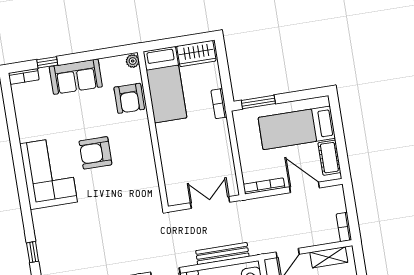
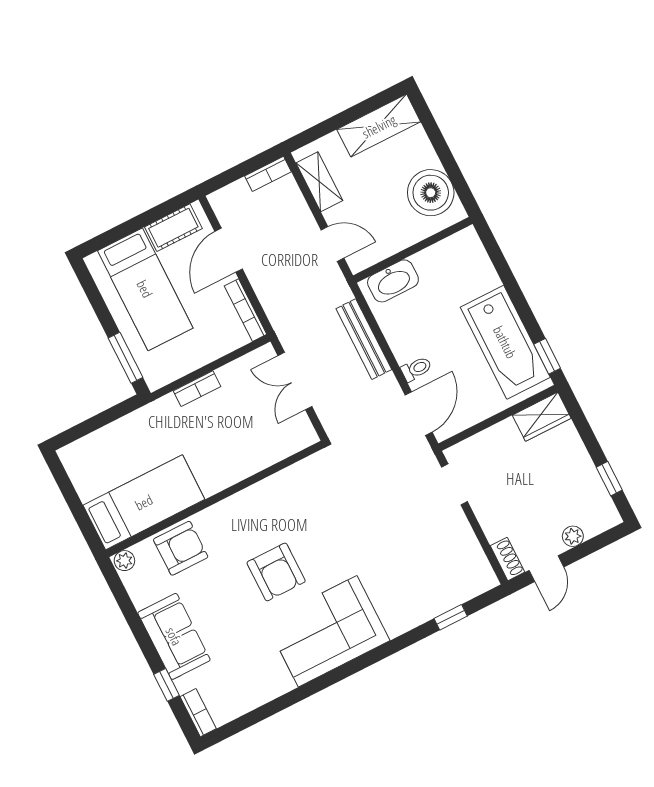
wardrobe: (196, 54) -> (84, 471), removed
bookcase: (219, 104) -> (197, 389), moved

